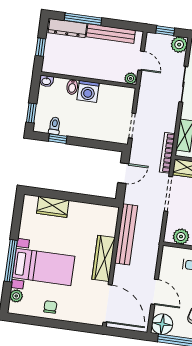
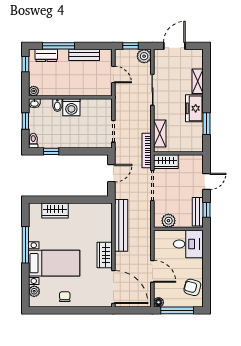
dresser: (68, 28) -> (46, 55), width x0.70
bench: (111, 34) -> (84, 55), width x0.73
window: (41, 47) -> (25, 64), moved
plant: (131, 78) -> (34, 91), moved
window: (31, 113) -> (25, 121), moved
toilet: (55, 126) -> (33, 141), moved
wardrobe: (103, 258) -> (105, 255), width x0.67
window: (11, 261) -> (25, 245), moved
floor lamp: (162, 324) -> (159, 302), width x0.53, depth x0.53

